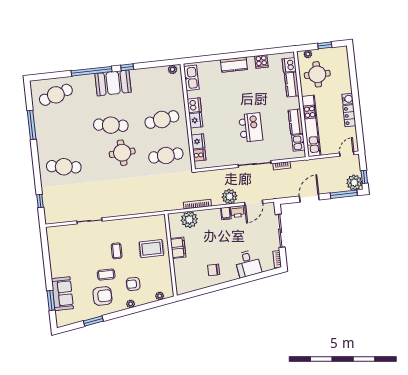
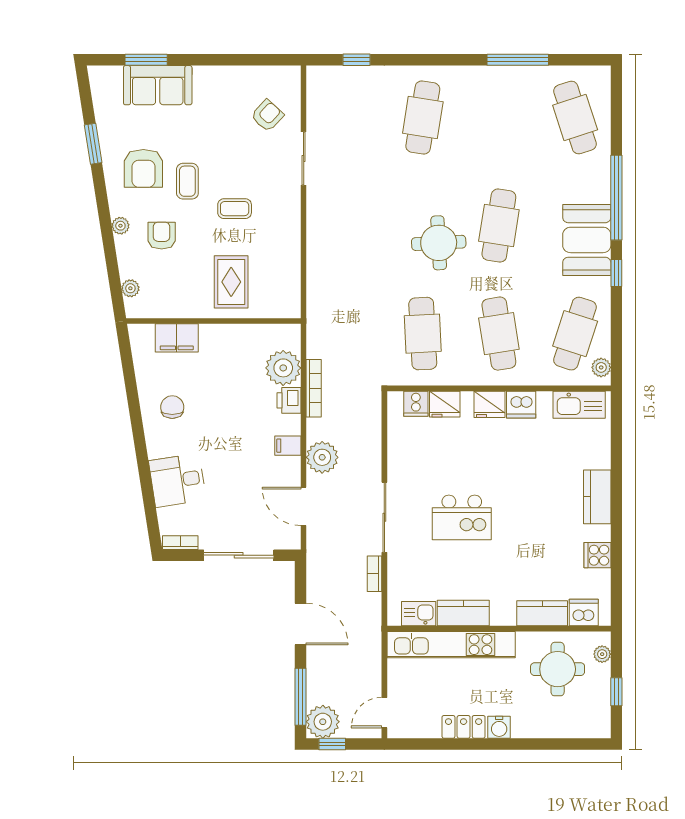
cafe table: (158, 84) -> (575, 334), added
door: (347, 154) -> (384, 713), swing flipped
printer: (237, 212) -> (289, 400), moved
armchair: (71, 240) -> (267, 116), added
filing cabinet: (178, 248) -> (177, 338), moved

